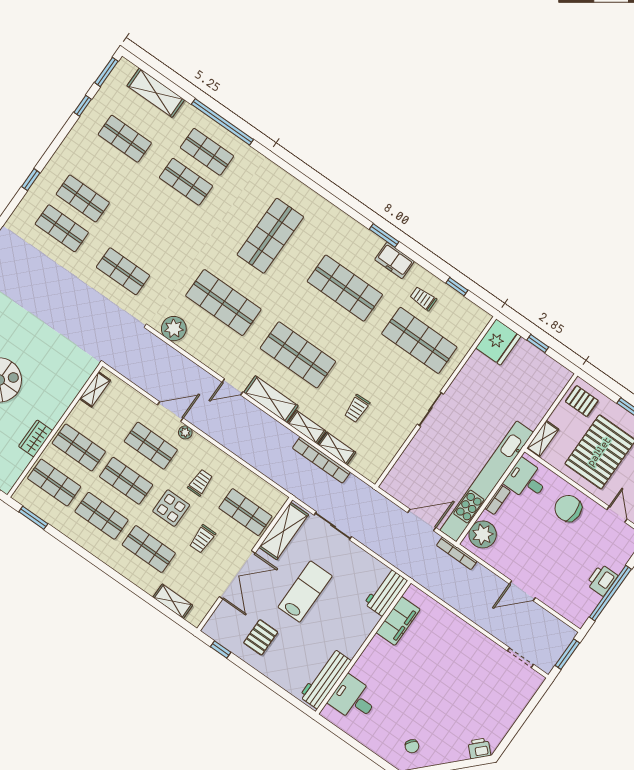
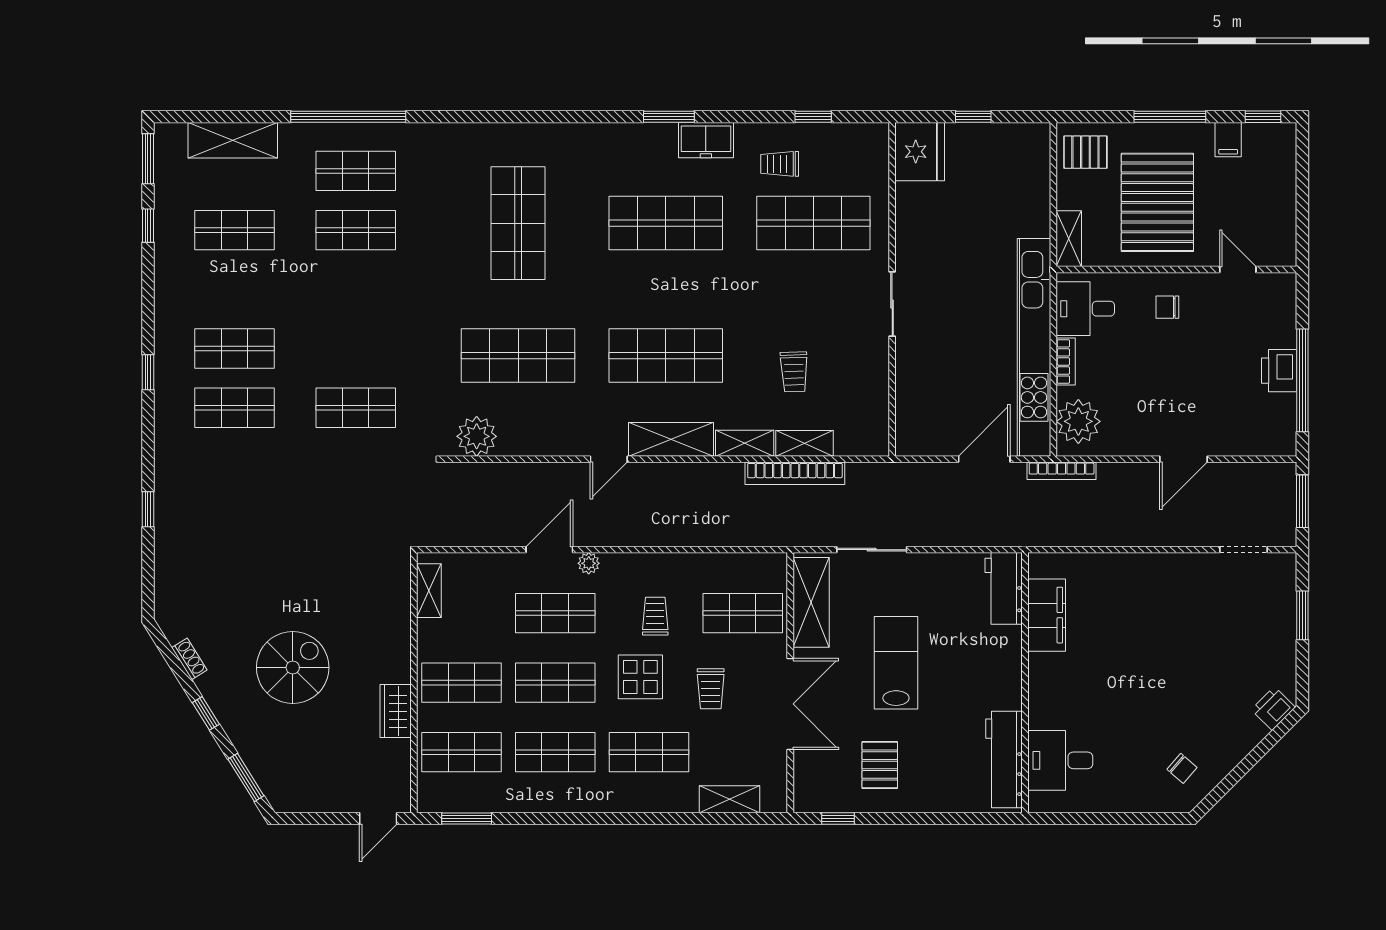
chair: (568, 508) -> (1167, 307), width x0.54, depth x0.54
window: (527, 712) -> (1302, 615), added

